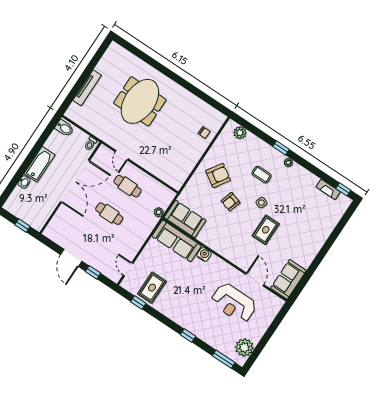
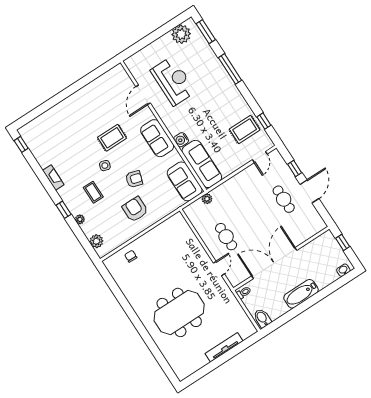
plant: (288, 163) -> (80, 219), moved
armchair: (218, 176) -> (135, 209), turned 57
washbasin: (24, 182) -> (343, 270), moved
fireplace: (328, 189) -> (53, 178), moved
cafe table: (109, 214) -> (284, 199), moved
sofa: (288, 279) -> (157, 138), moved, turned 90
window: (188, 335) -> (230, 69), width x2.17

